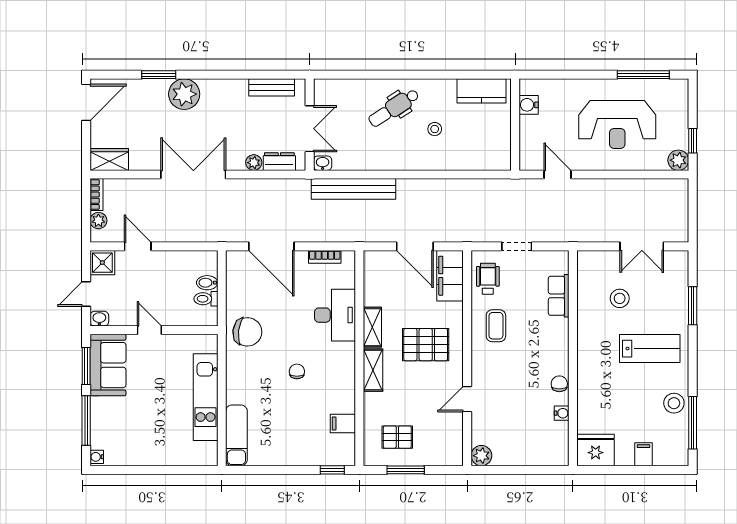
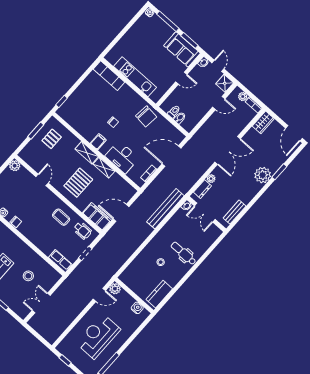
dental chair: (394, 108) -> (183, 253), turned -57
plant: (678, 160) -> (115, 289), moved
row of seats: (559, 296) -> (60, 261), moved
chair: (247, 332) -> (146, 116), turned -91
filing cabinet: (343, 424) -> (98, 142), moved

